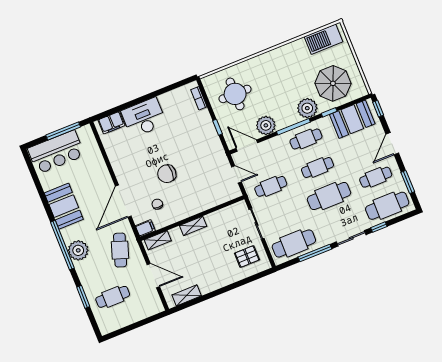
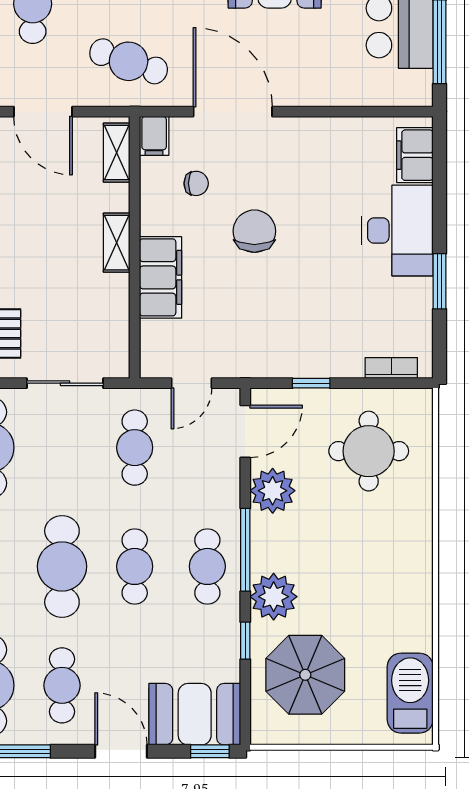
window: (157, 93) -> (440, 281), added
booth: (352, 119) -> (195, 714), moved, turned 90
filing cabinet: (200, 203) -> (161, 277), added
door: (153, 276) -> (43, 112), hinge flipped

